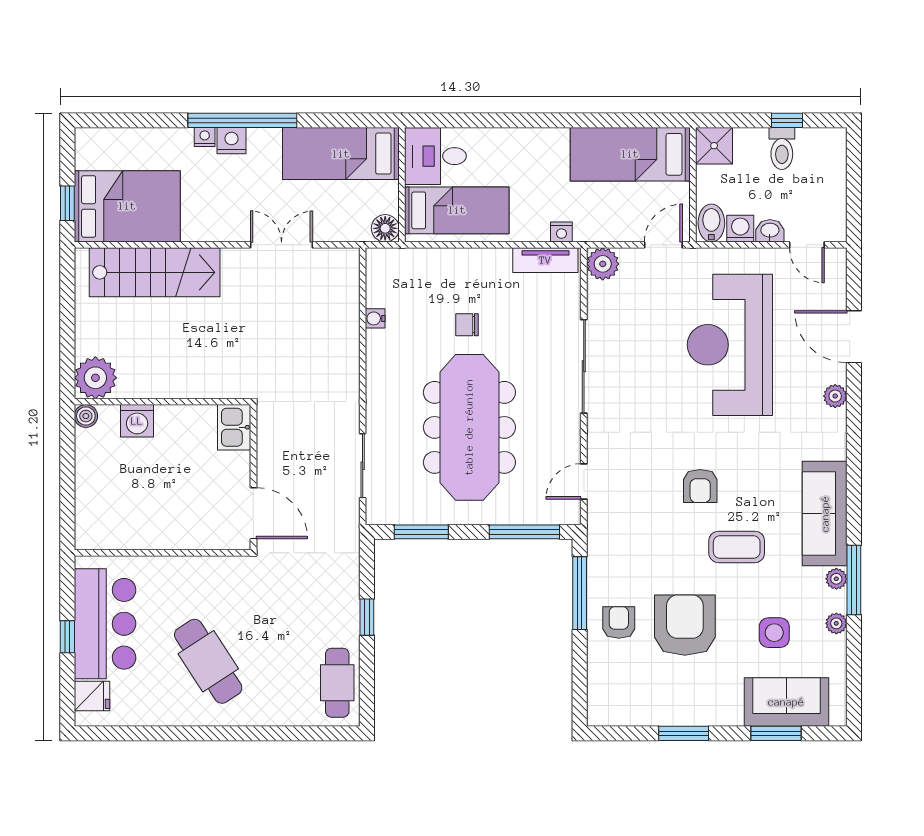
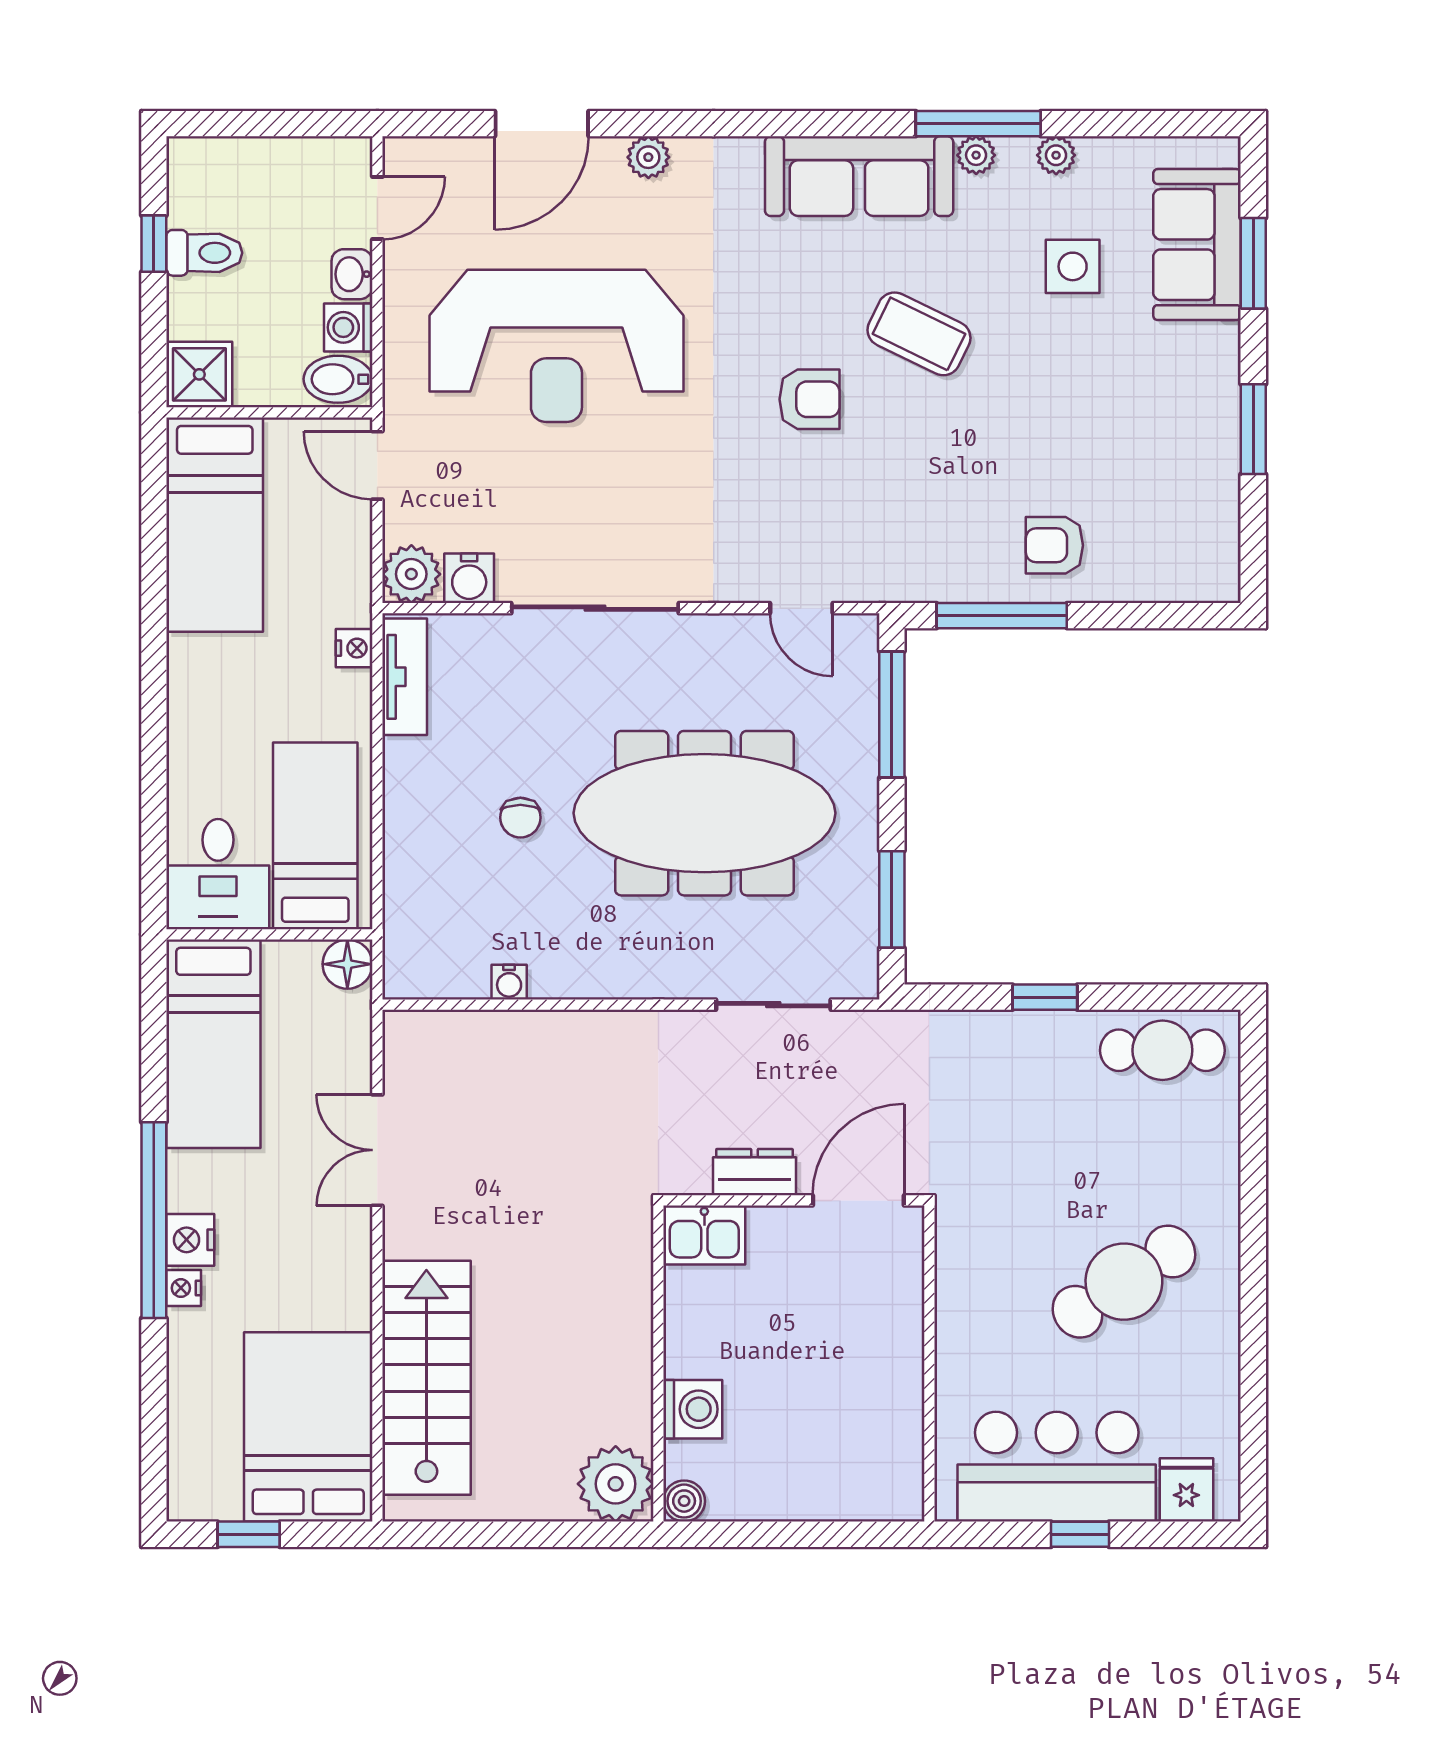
window: (67, 203) -> (249, 1534), moved
water cooler: (600, 296) -> (469, 578), added
dresser: (269, 455) -> (755, 1172), added
coffee table: (737, 547) -> (919, 334), turned -64
armchair: (685, 625) -> (1059, 427), removed

